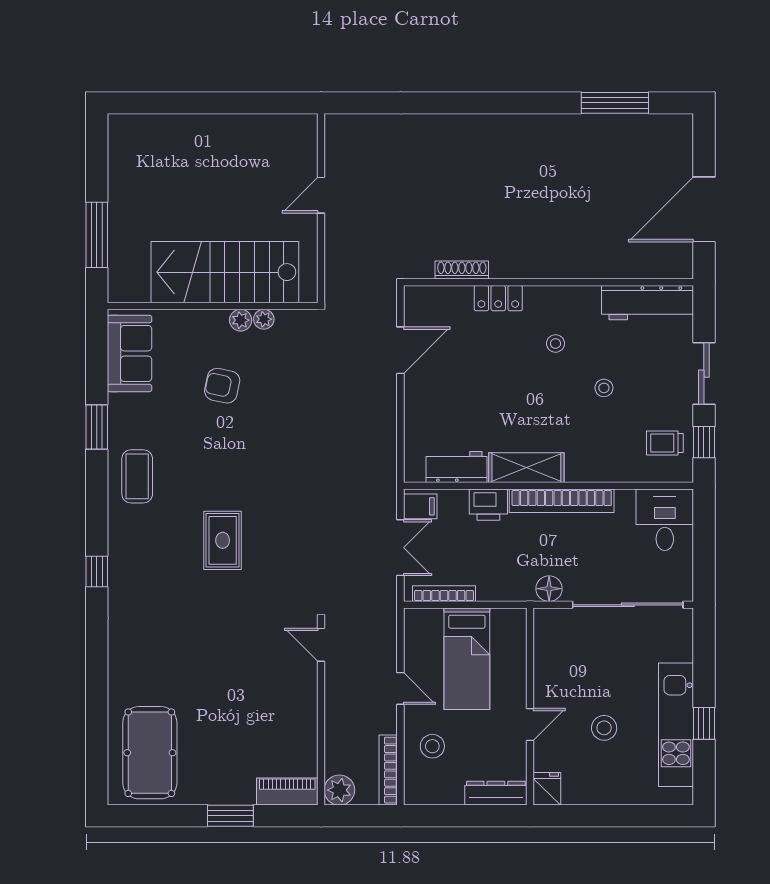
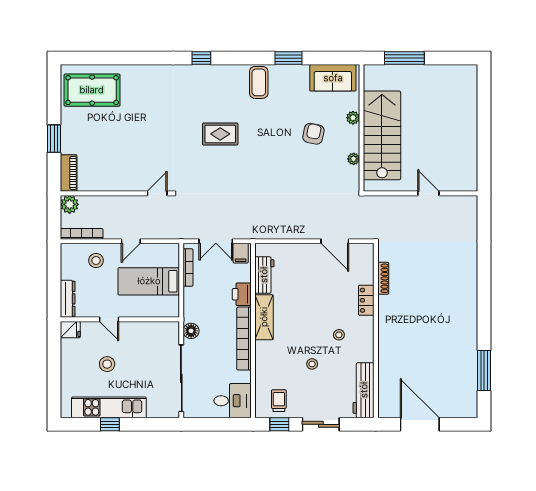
plant: (241, 320) -> (353, 118), moved
coffee table: (137, 476) -> (259, 82), turned 90

